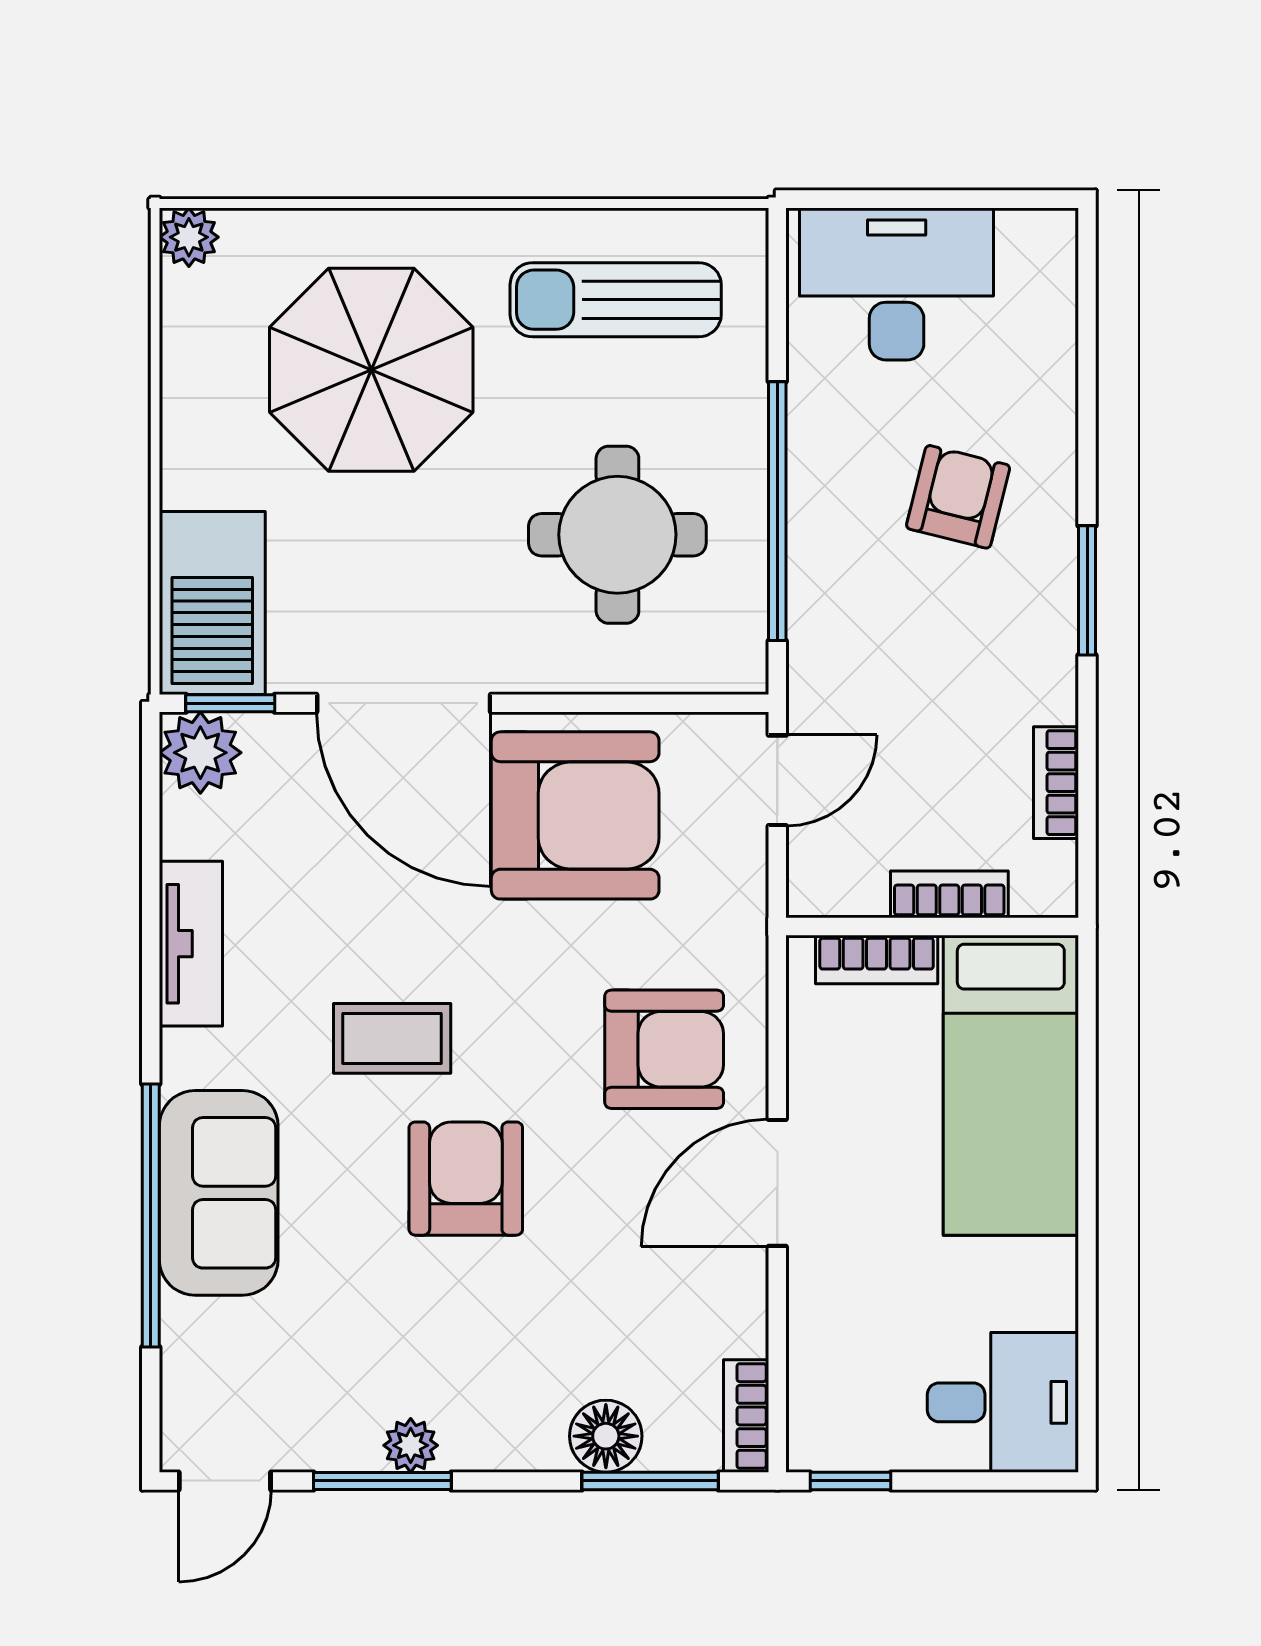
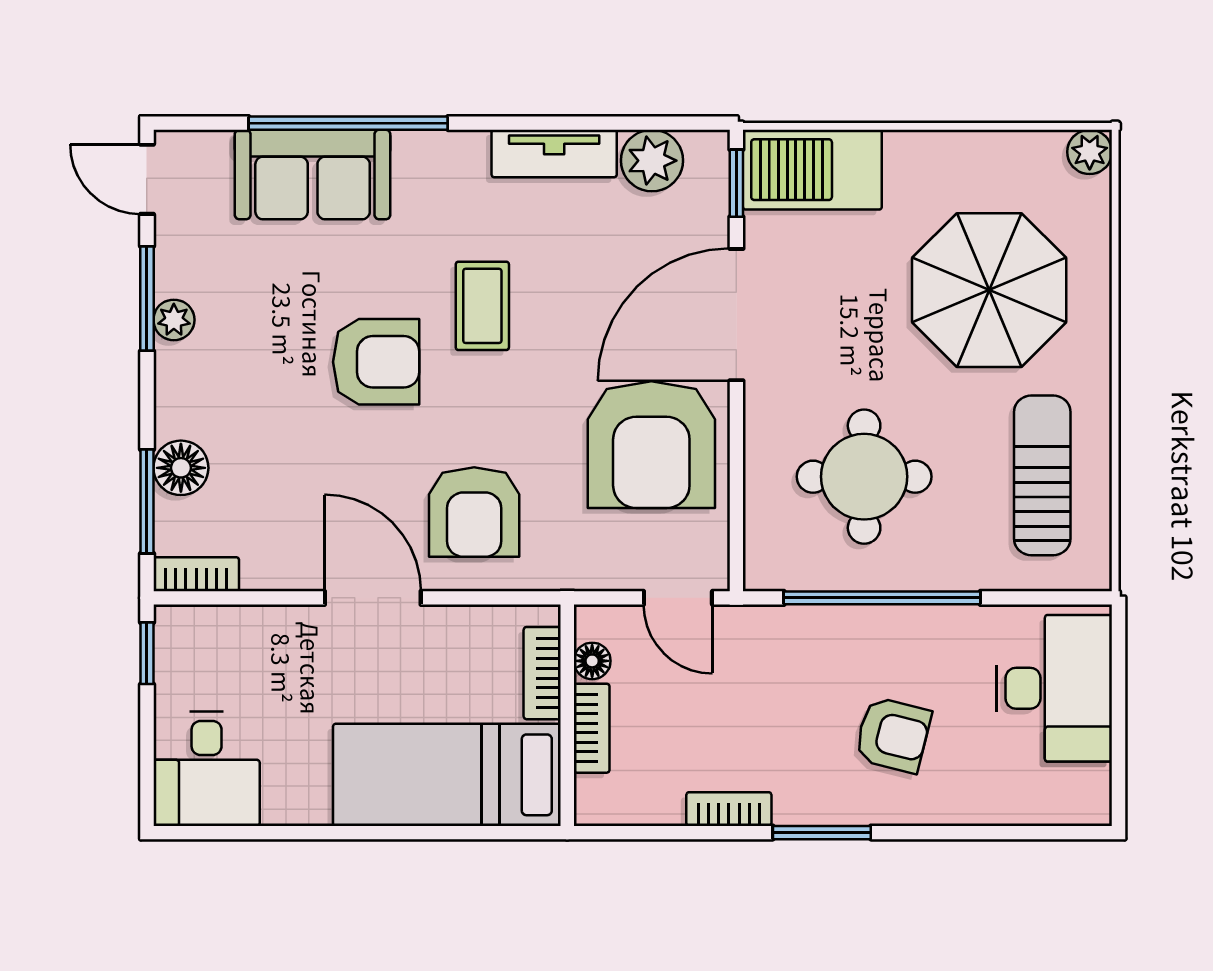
plant: (200, 753) -> (652, 161), moved
bookcase: (1056, 783) -> (729, 809), moved
floor lamp: (861, 894) -> (592, 661), added
sofa: (219, 1193) -> (313, 174), moved

